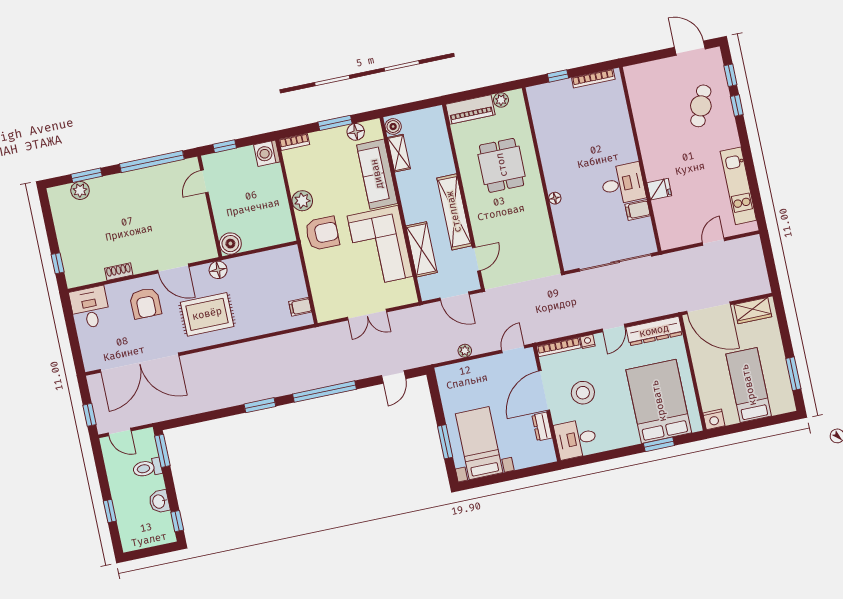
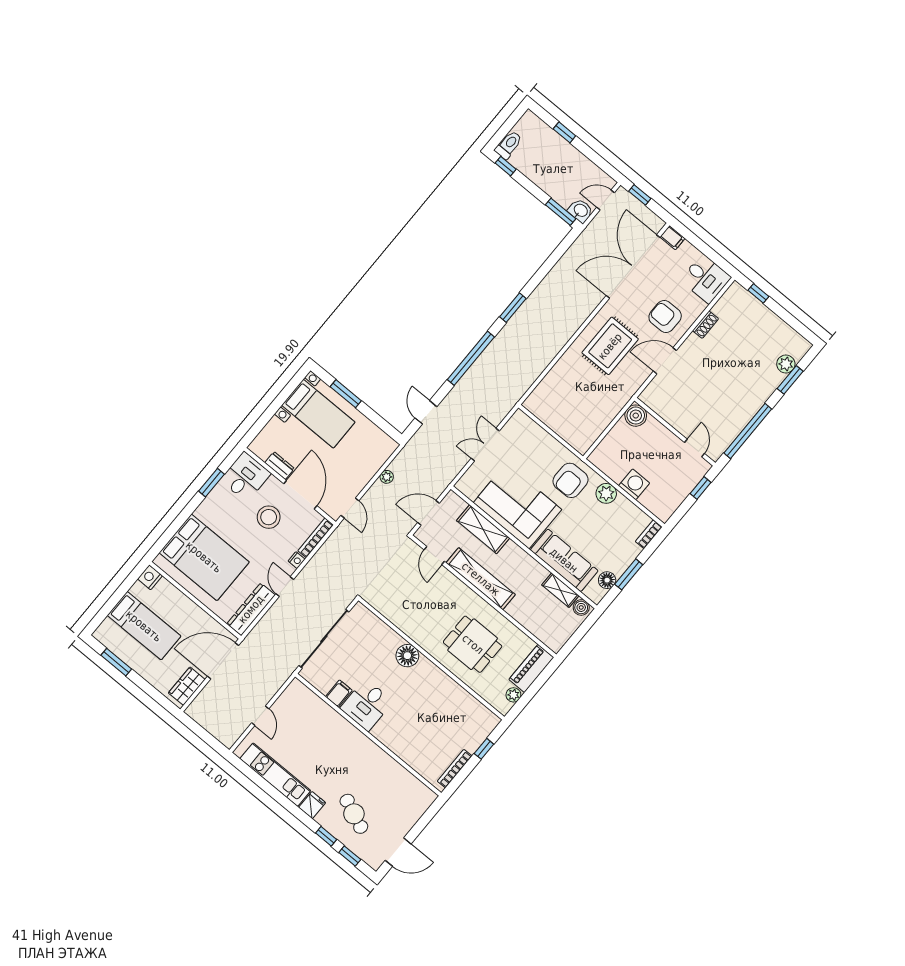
washing machine: (267, 153) -> (634, 484), moved
fridge: (659, 189) -> (312, 805), moved, turned 180
floor lamp: (555, 198) -> (407, 656), width x1.89, depth x1.89
floor lamp: (218, 270) -> (629, 387), removed
filing cabinet: (300, 307) -> (672, 238), moved, turned 90
window: (659, 444) -> (212, 483), moved
toilet: (147, 468) -> (509, 145), moved
washbasin: (159, 501) -> (580, 211), moved

